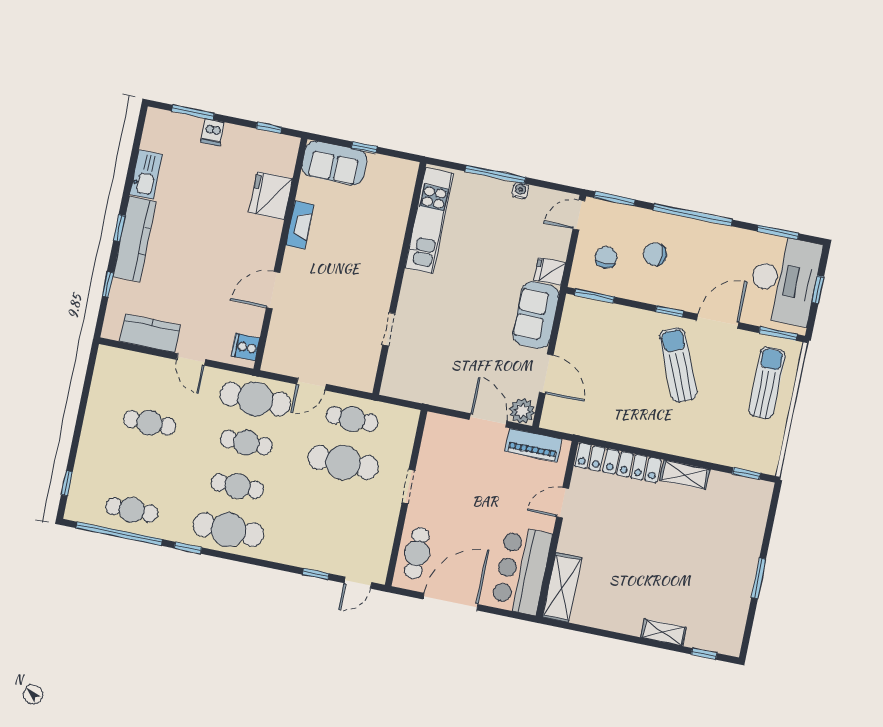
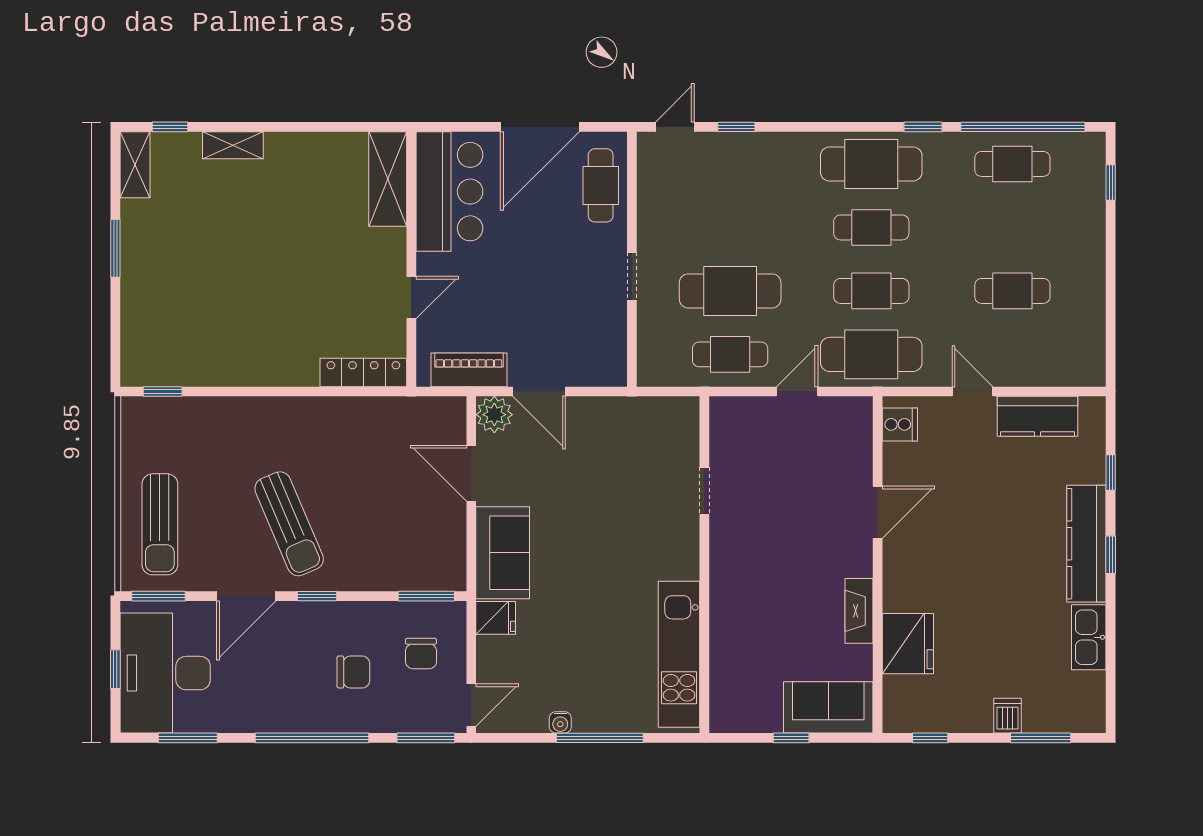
locker: (618, 463) -> (363, 372), width x0.71, depth x0.83
shelving: (685, 475) -> (135, 165), moved, turned 90

